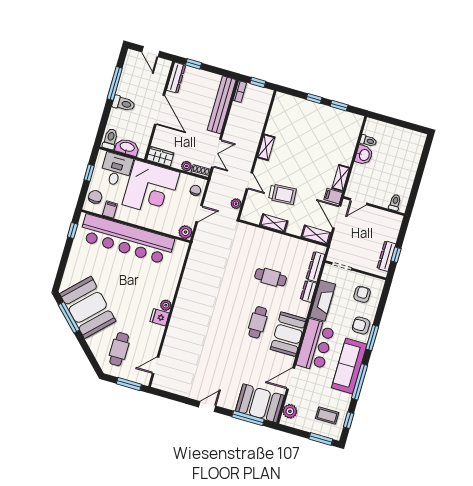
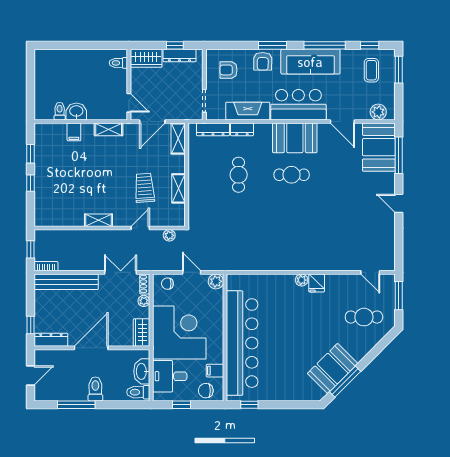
filing cabinet: (333, 196) -> (74, 132), moved
wardrobe: (392, 227) -> (146, 58), added
booth: (88, 307) -> (333, 368), width x0.73, depth x0.70

